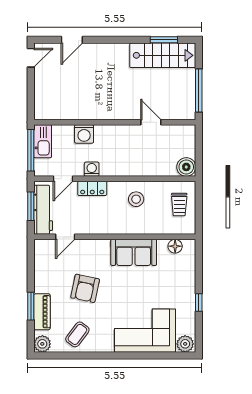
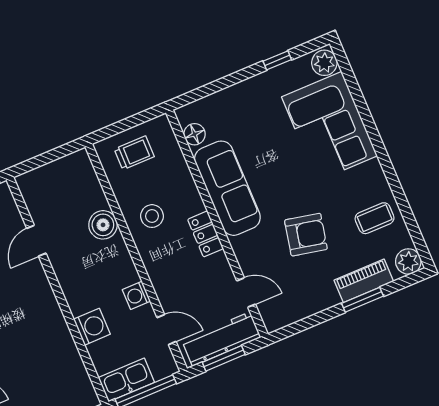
boiler: (186, 167) -> (103, 225), moved
locker: (92, 188) -> (206, 234), moved, turned 180
sofa: (134, 252) -> (227, 188), width x1.36
window: (199, 302) -> (277, 60), moved
coffee table: (77, 334) -> (375, 218), turned -37

